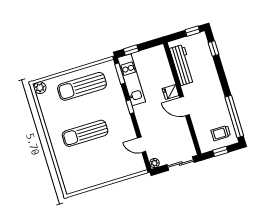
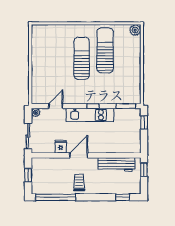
window: (193, 31) -> (144, 170), moved
kitchen unit: (132, 80) -> (90, 115), moved
sun lounger: (82, 86) -> (105, 50), moved
fridge: (171, 92) -> (61, 147), moved
trolley: (221, 133) -> (79, 183), moved

